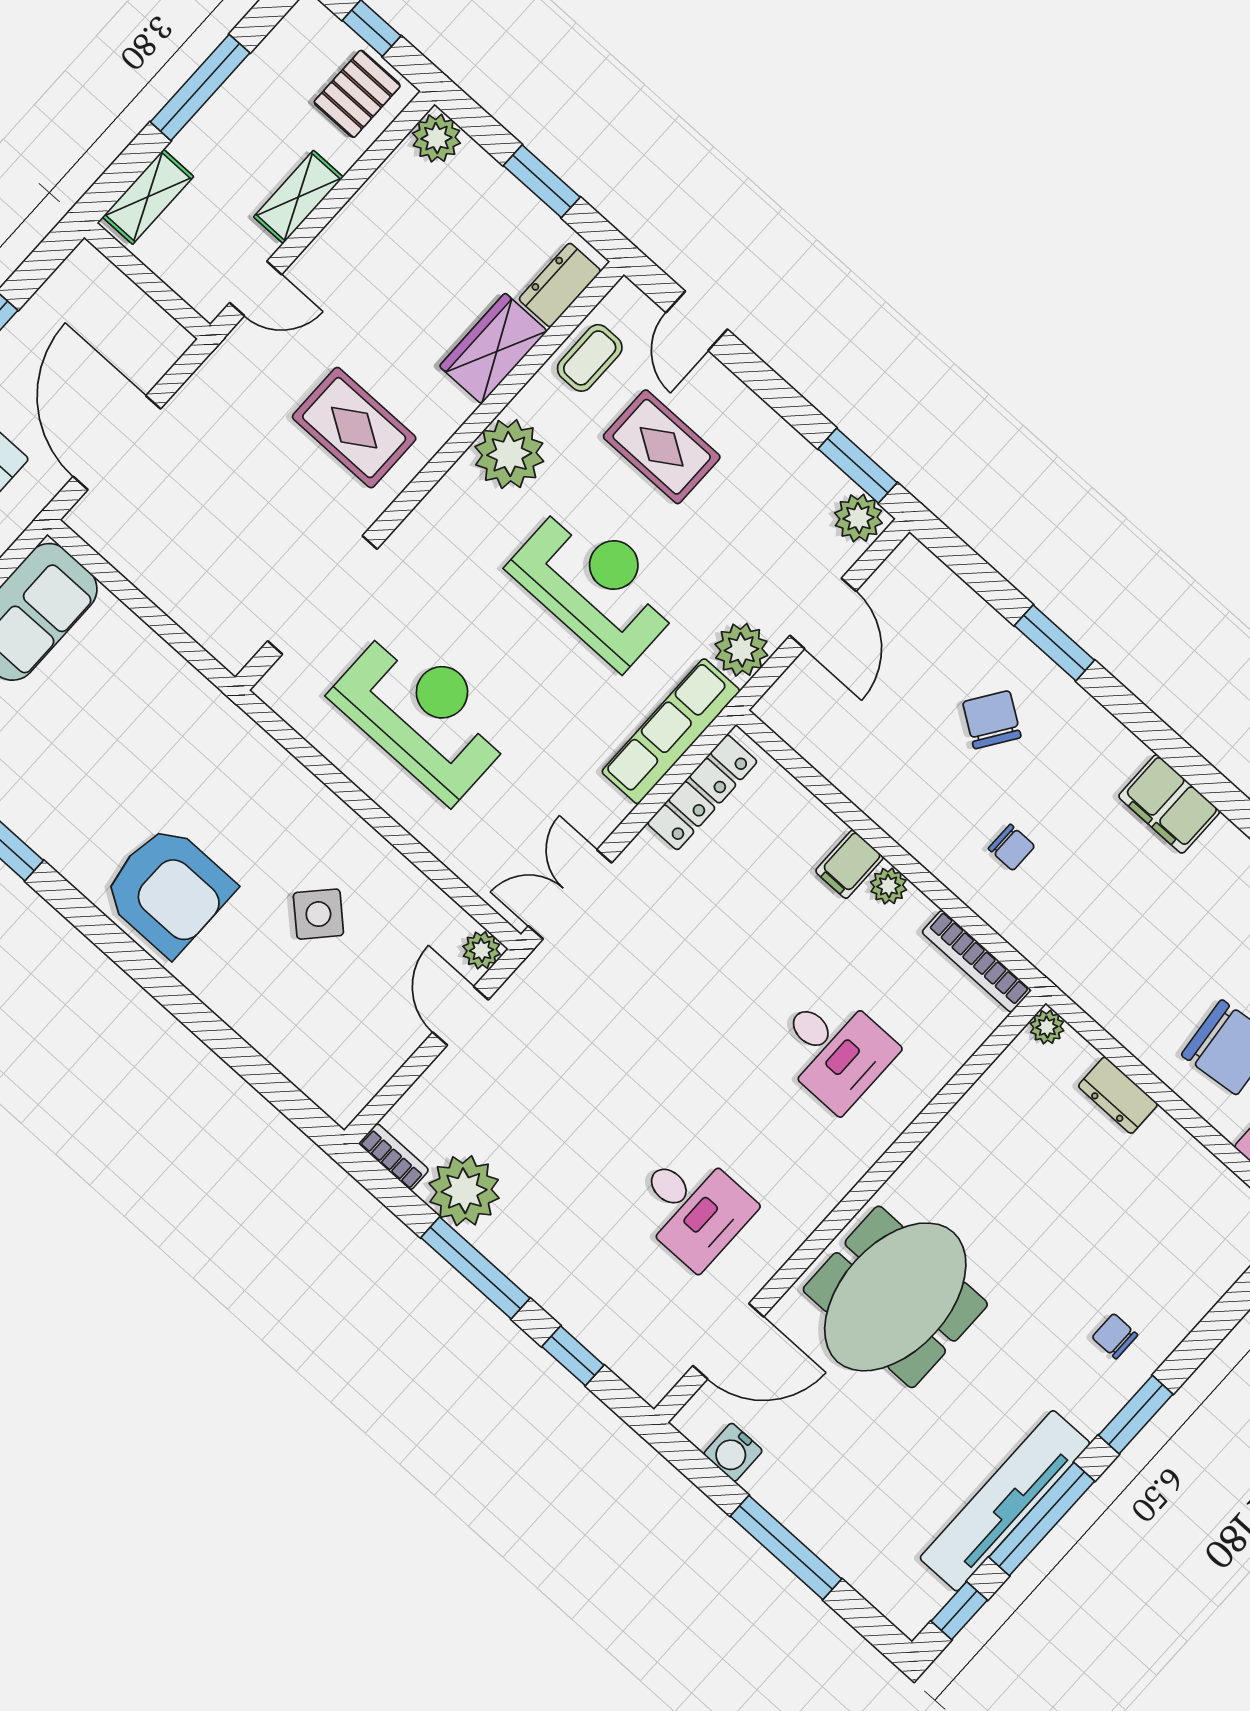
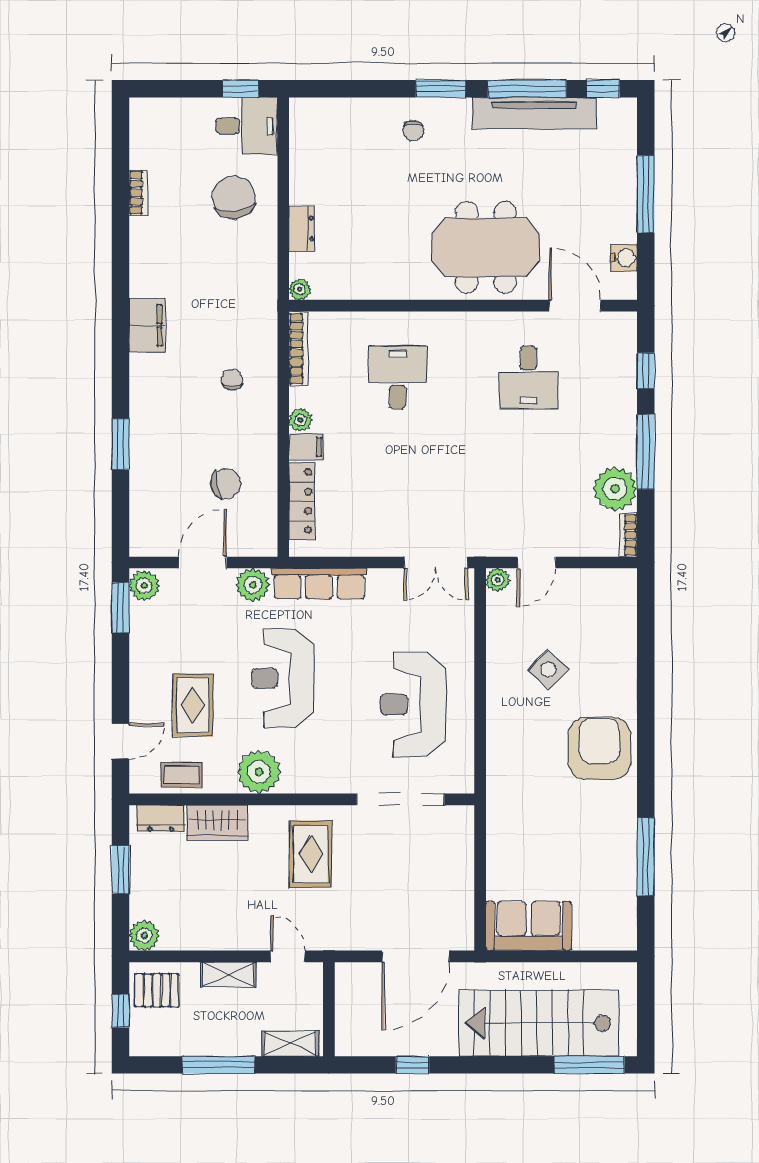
chair: (992, 720) -> (226, 483), moved, turned -134
locker: (702, 792) -> (302, 501), moved, turned 90
desk: (692, 1207) -> (528, 377), turned 180

